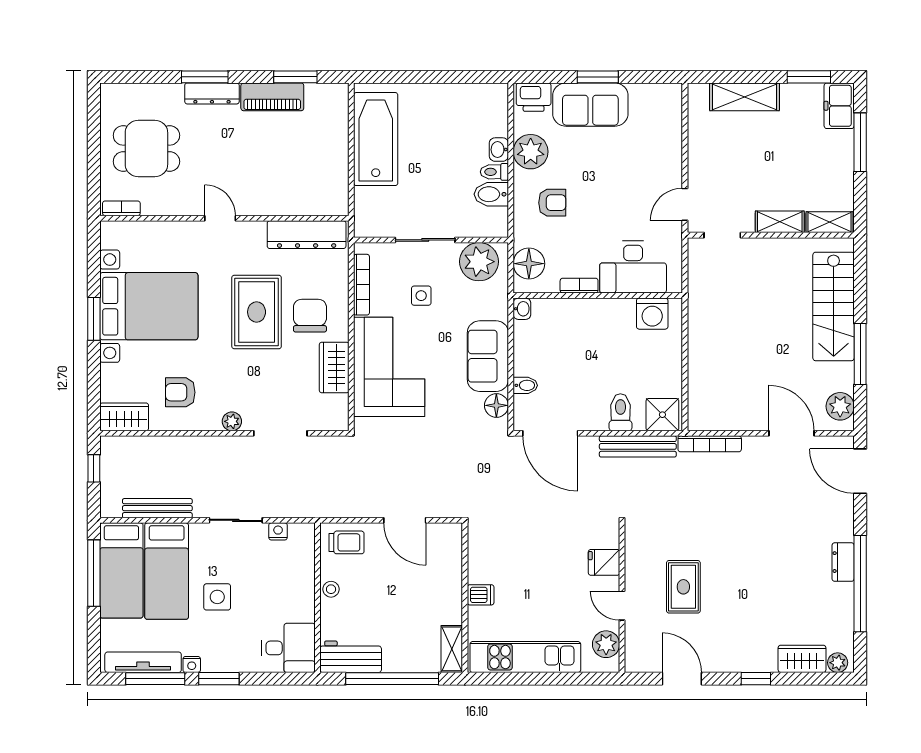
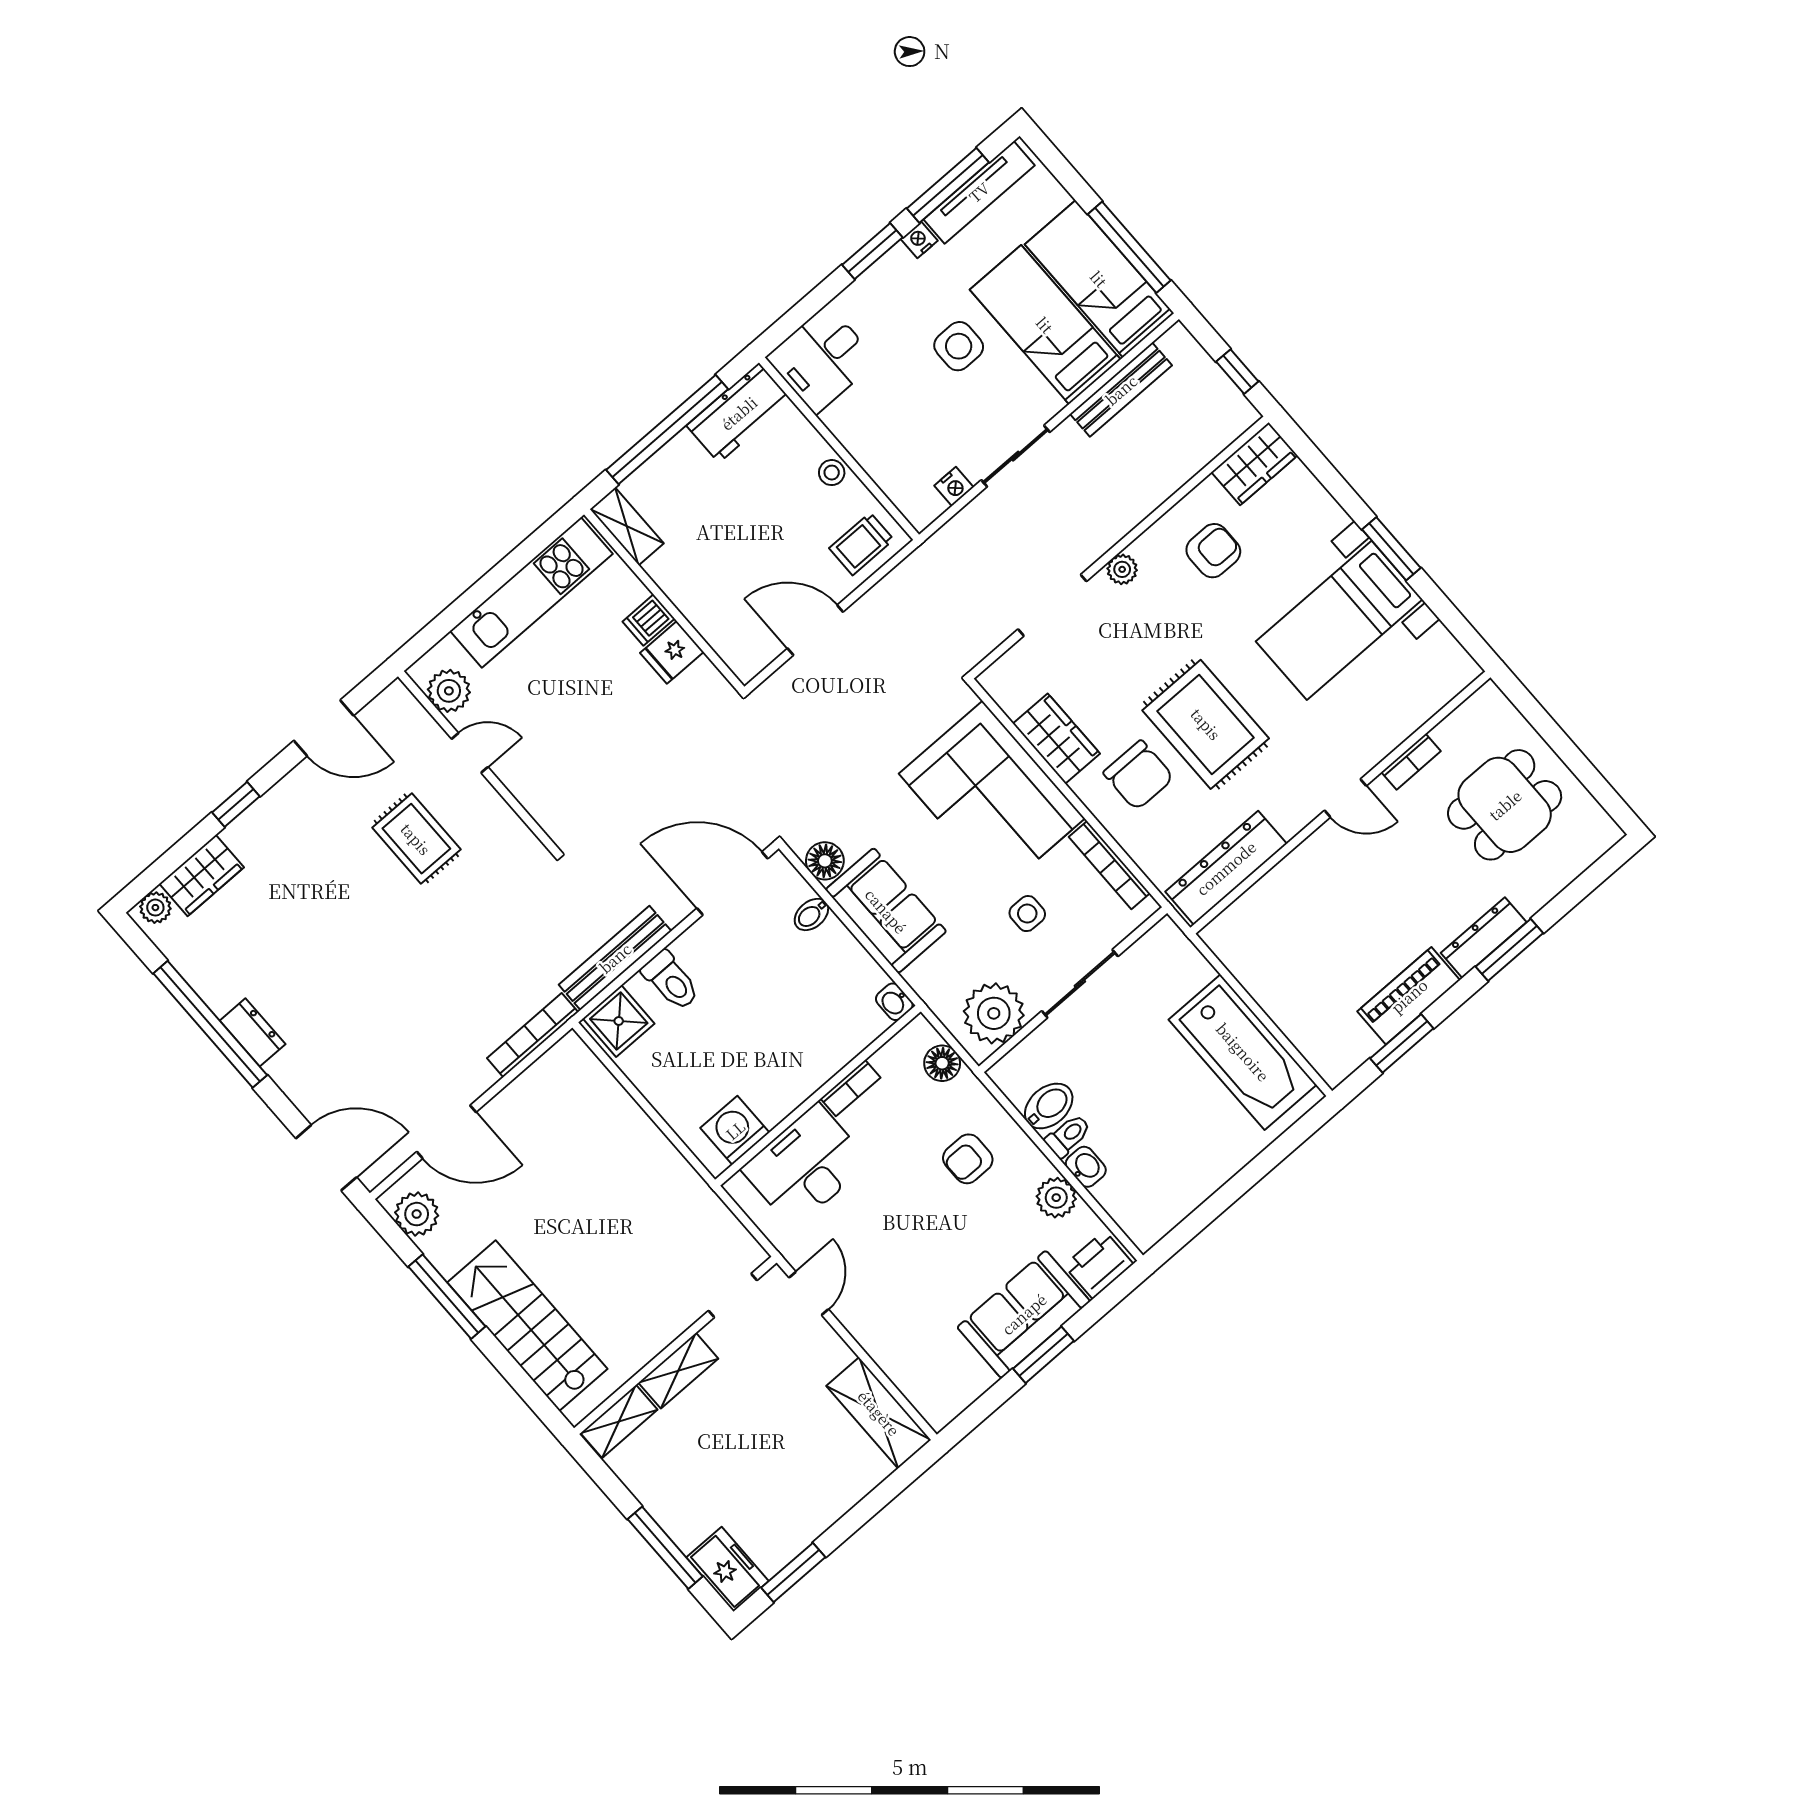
shelving: (745, 97) -> (879, 1413), moved, turned 90
plant: (531, 152) -> (1056, 1198), width x0.73, depth x0.73
bookcase: (121, 208) -> (1411, 762), moved
floor lamp: (529, 264) -> (942, 1063), width x0.73, depth x0.73
bed with nightstands: (149, 306) -> (1339, 620), width x0.73
fridge: (604, 562) -> (672, 652), moved, turned 180

